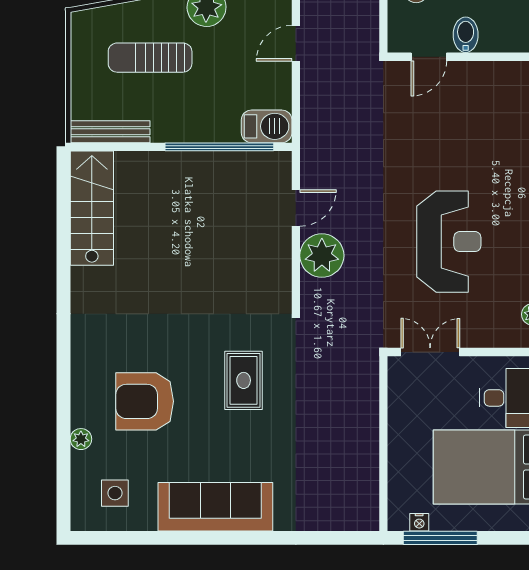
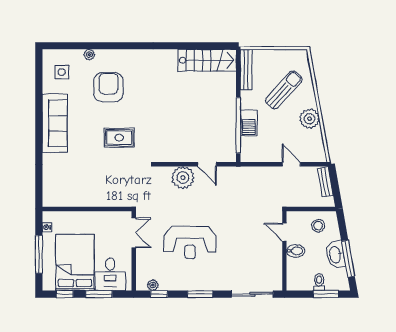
sun lounger: (150, 58) -> (284, 90), turned 42
barbecue: (267, 126) -> (249, 123), moved
window: (440, 538) -> (39, 254), moved

